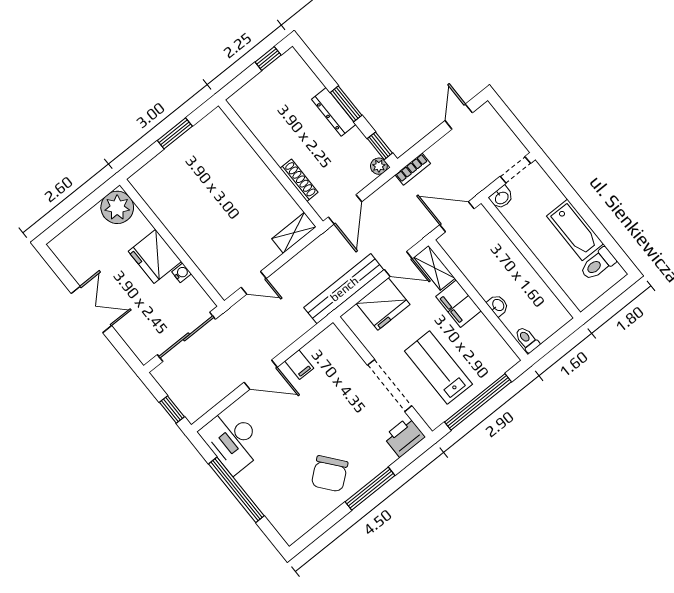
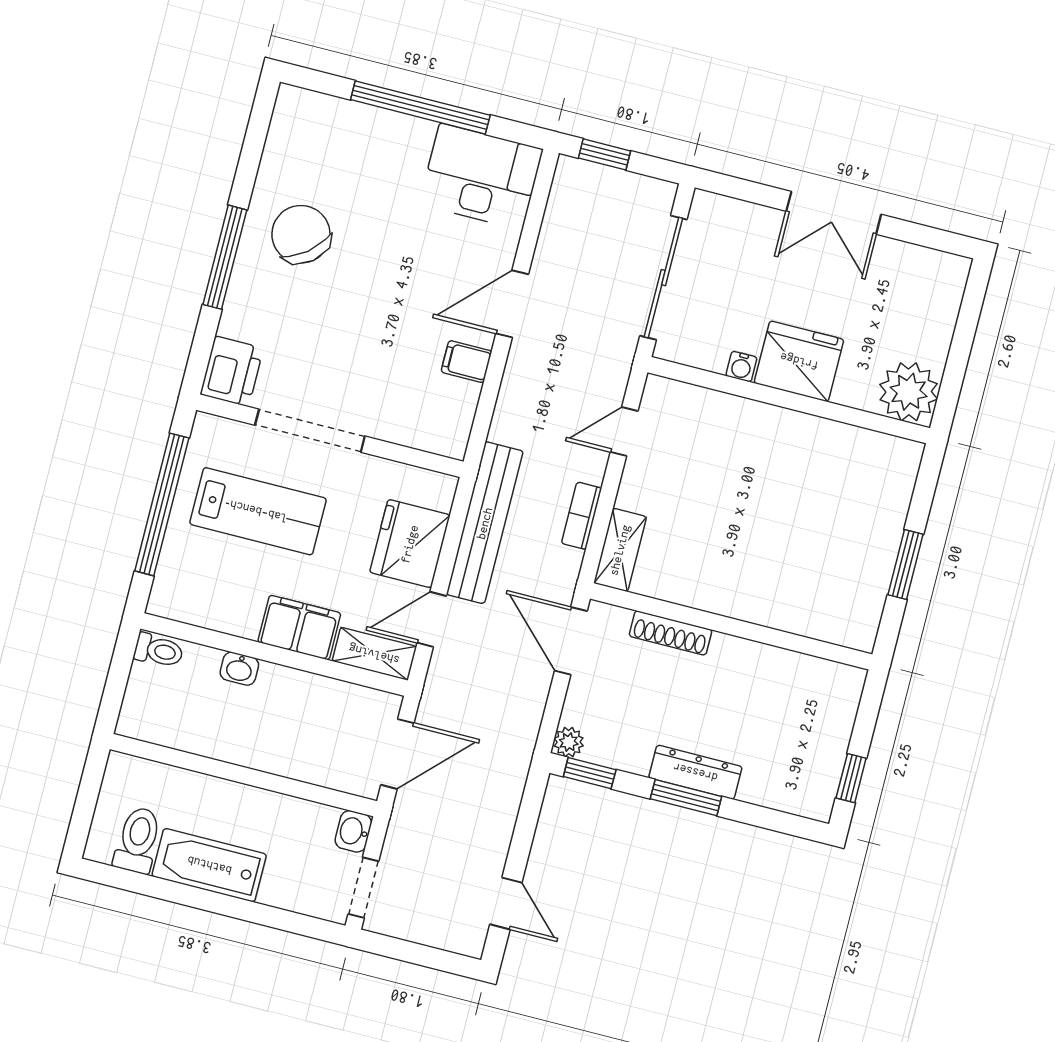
bookcase: (413, 169) -> (581, 516), moved

